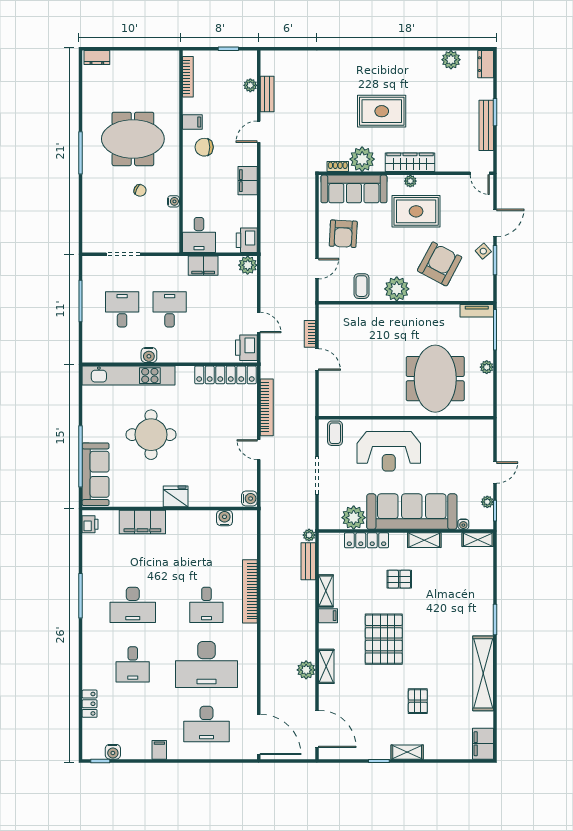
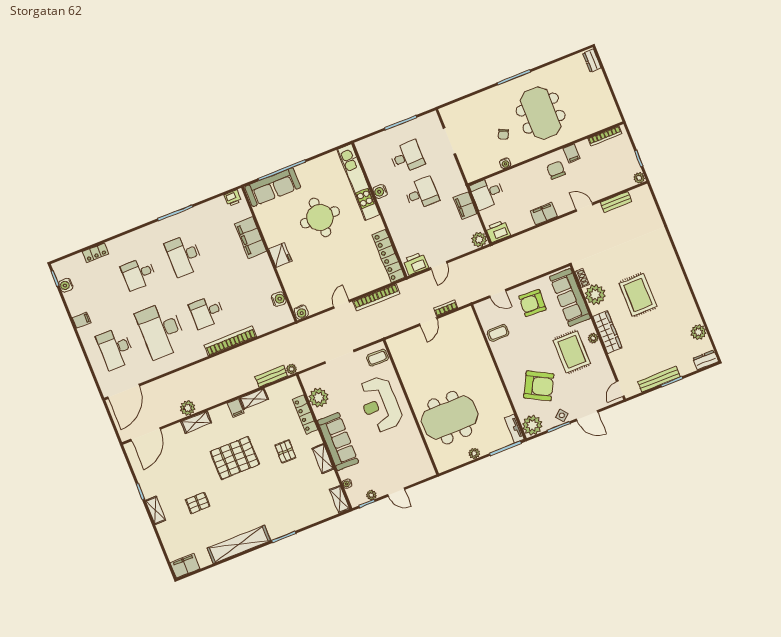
plant: (250, 85) -> (639, 178), moved
plant: (397, 289) -> (532, 425), moved
sofa: (412, 512) -> (338, 442), width x0.74, depth x0.79

